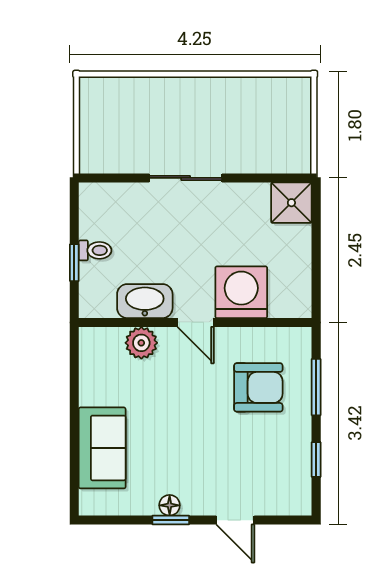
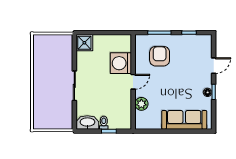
washbasin: (145, 301) -> (87, 122), moved, turned 90
sofa: (102, 448) -> (184, 120), width x1.36

